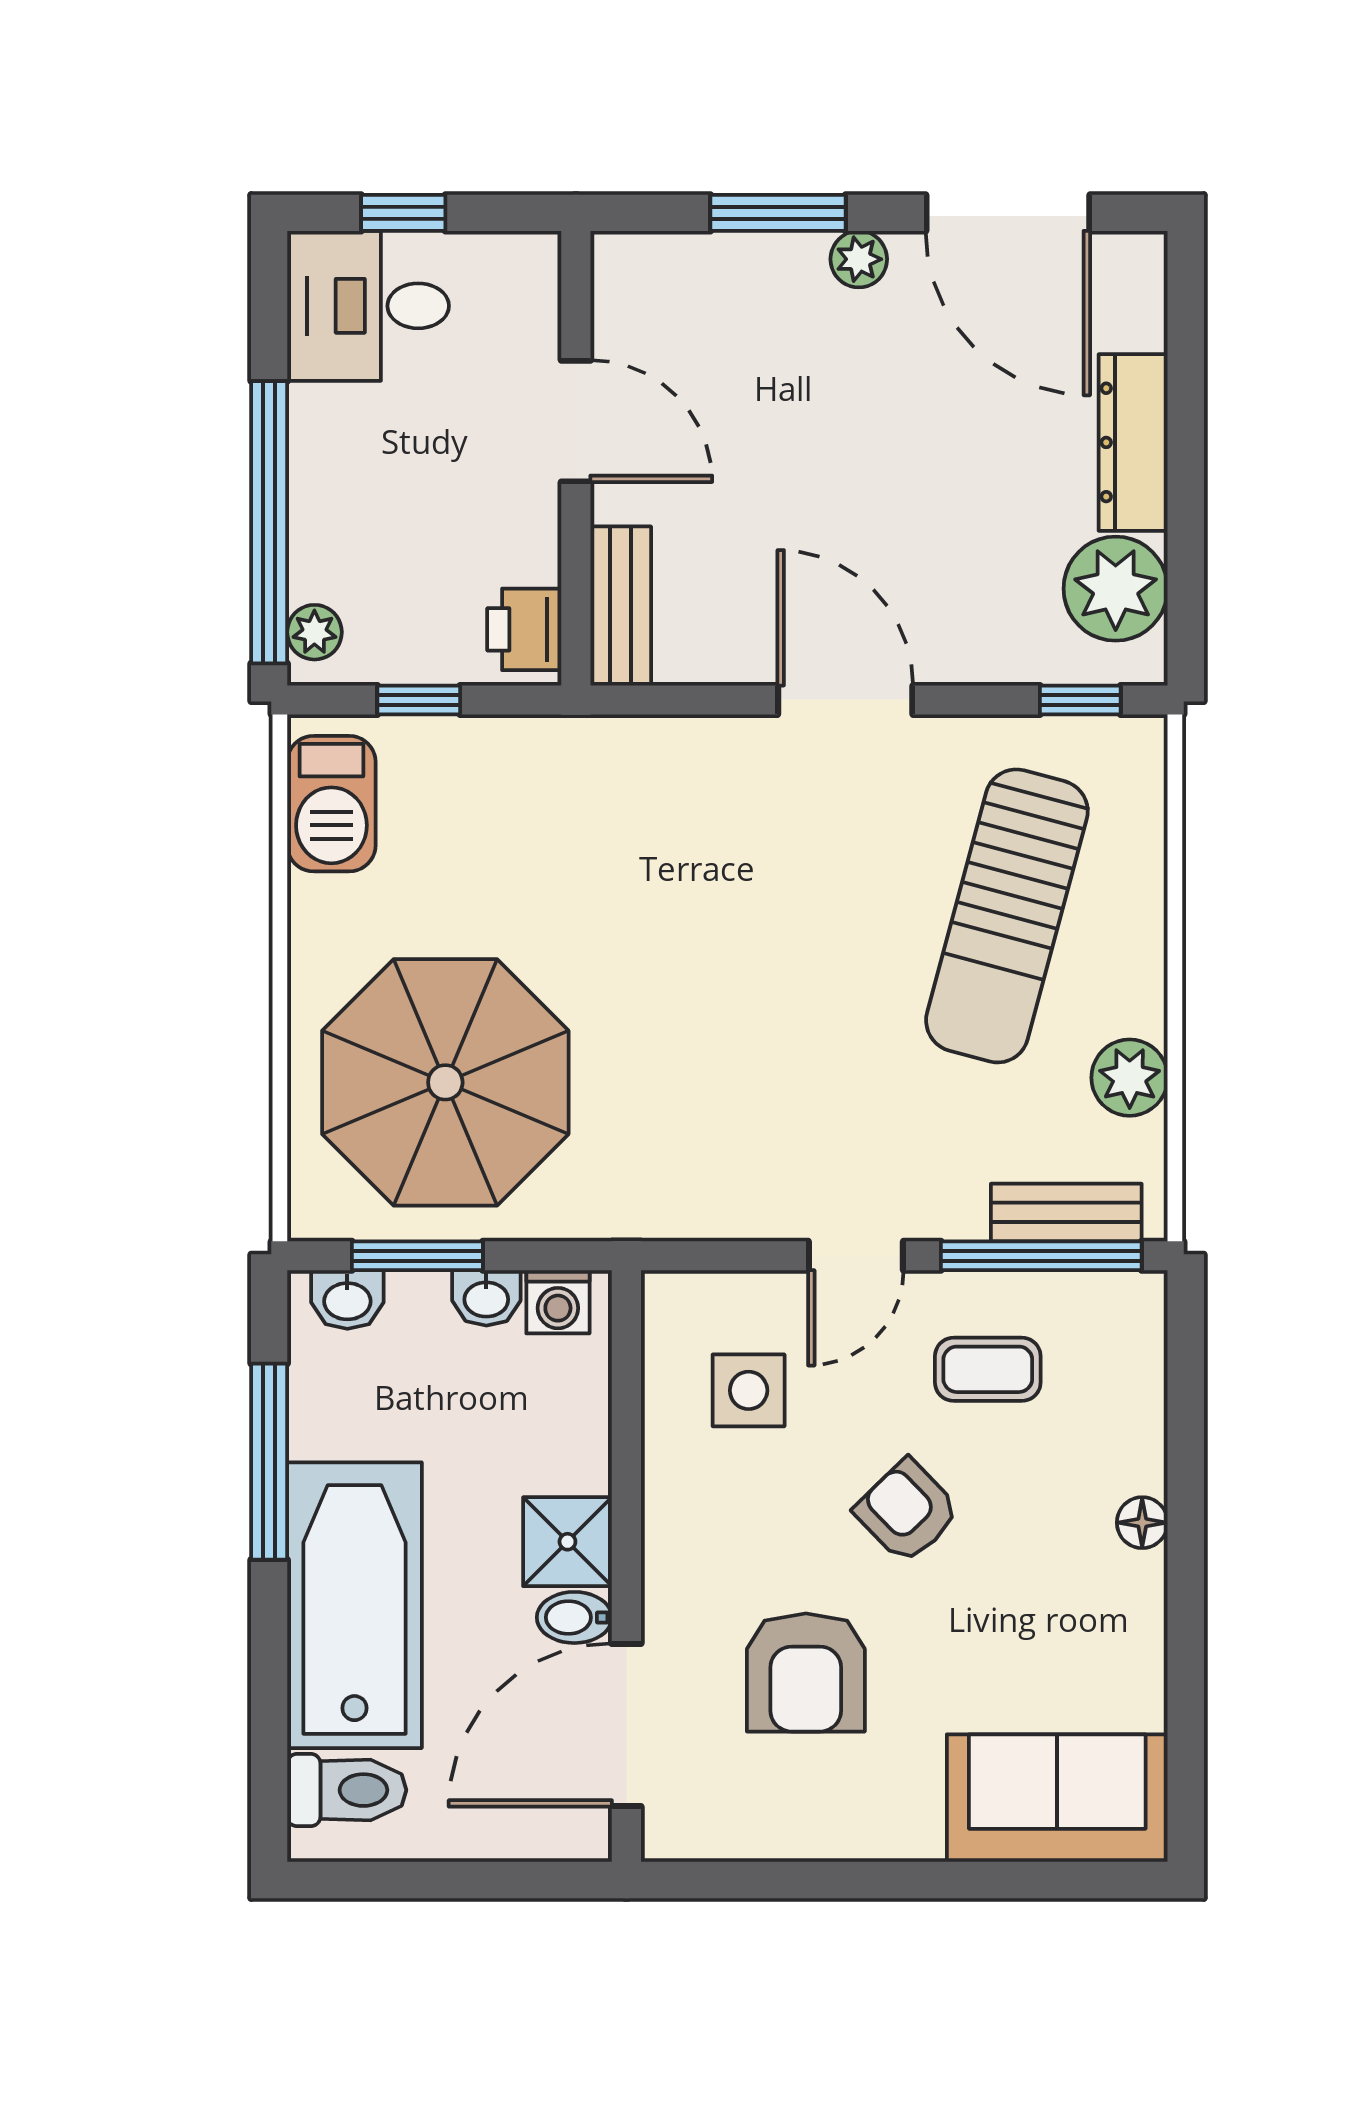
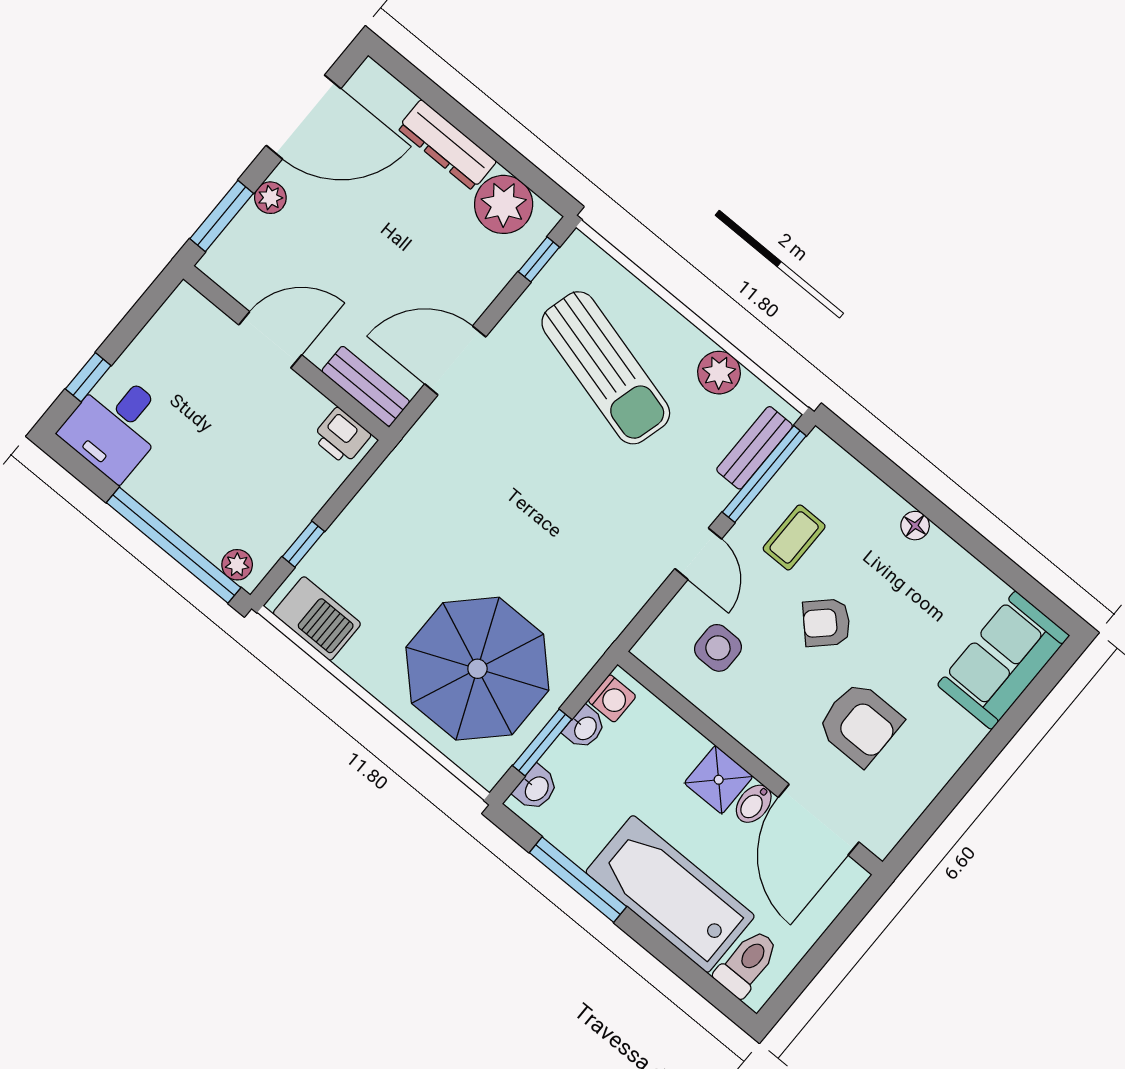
door: (576, 421) -> (270, 340), moved
wall: (576, 458) -> (286, 353), moved
bench: (621, 606) -> (366, 386), moved
printer: (524, 629) -> (341, 436), moved

